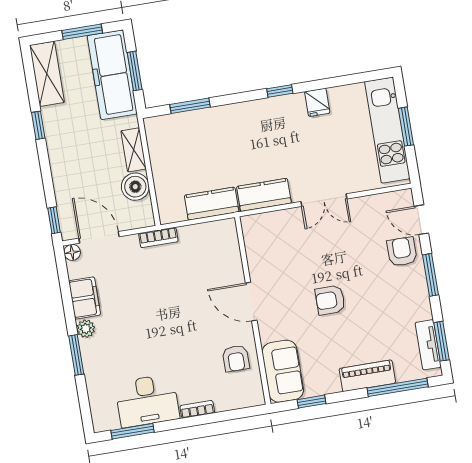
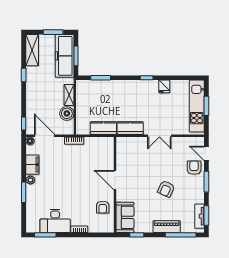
armchair: (330, 300) -> (166, 189), moved, turned -65

